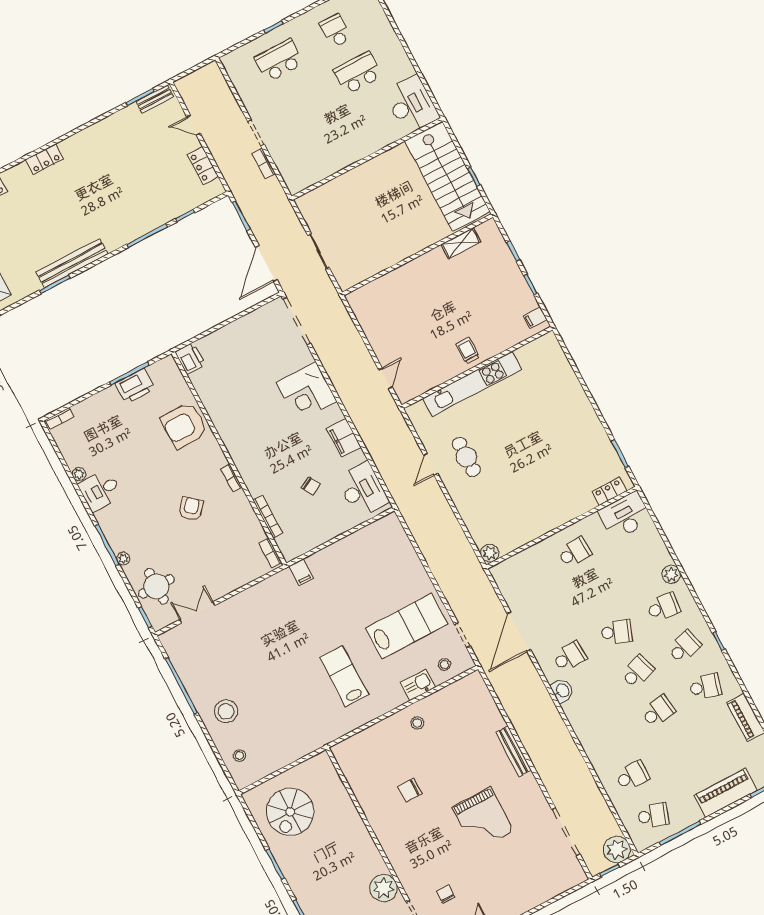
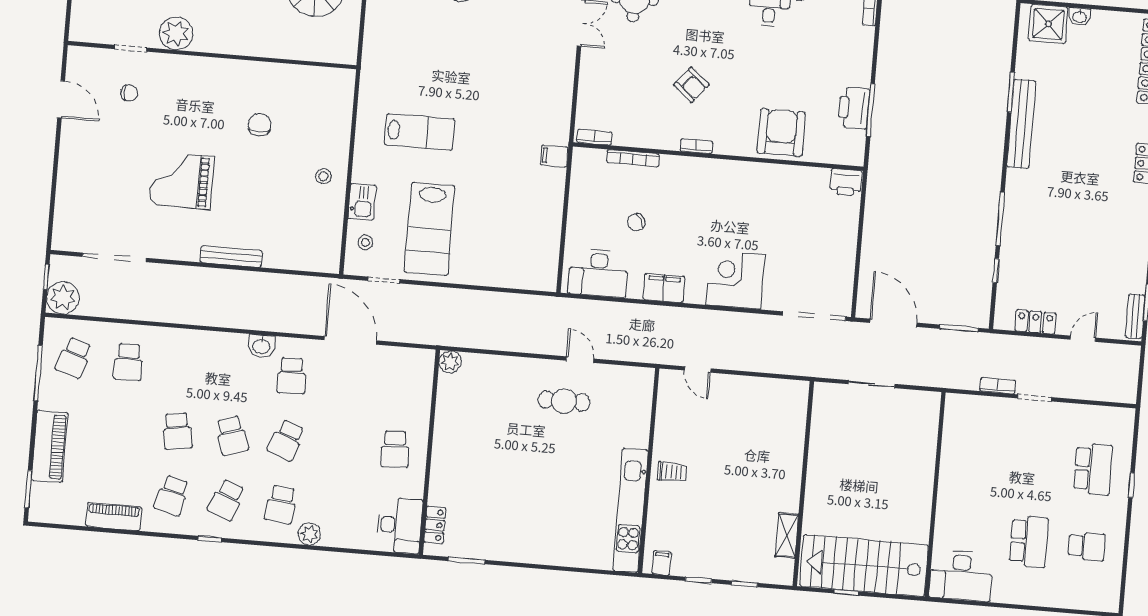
kitchen unit: (472, 384) -> (630, 510), moved
school desk: (684, 647) -> (226, 500), turned 36

